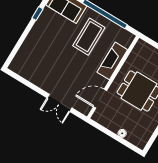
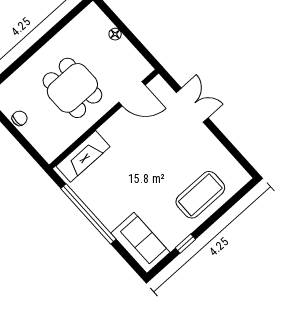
coffee table: (89, 37) -> (200, 195), moved
fireplace: (112, 61) -> (83, 156), moved

